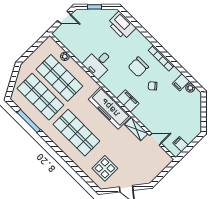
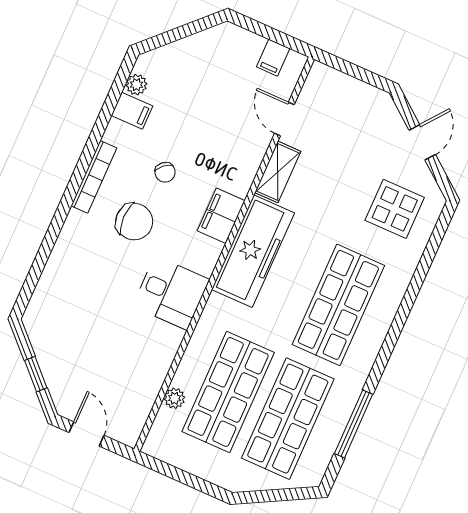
printer: (122, 25) -> (54, 296), removed
desk: (98, 63) -> (171, 293), moved

